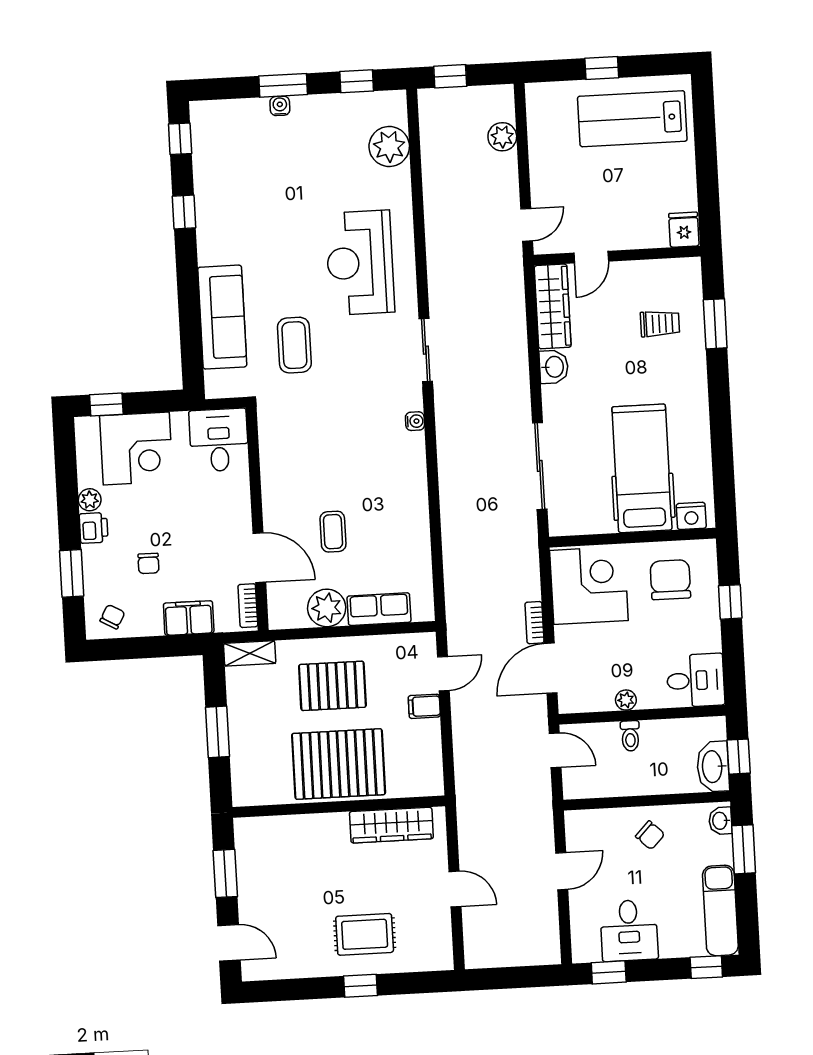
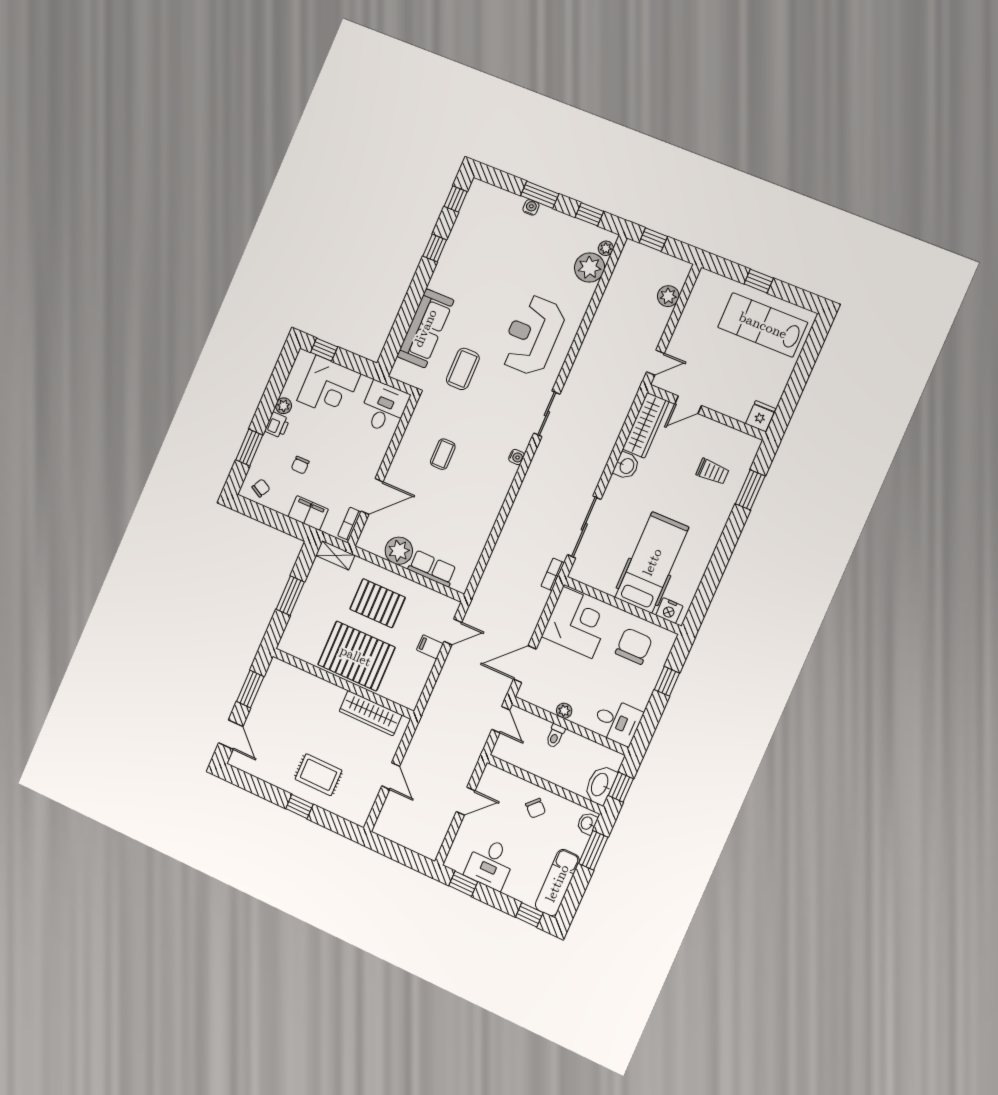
plant: (398, 114) -> (606, 248), added
coffee table: (333, 532) -> (443, 454), moved
door: (259, 558) -> (372, 496), hinge flipped
bookcase: (534, 623) -> (553, 574), moved

